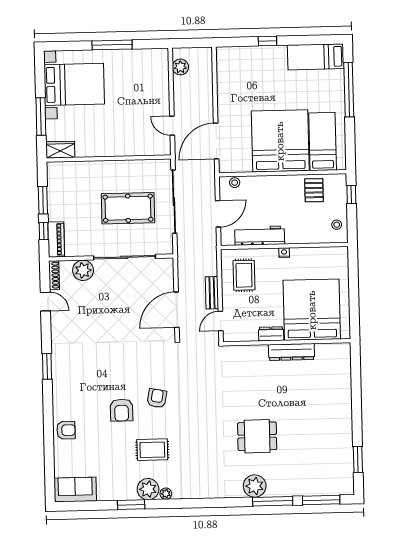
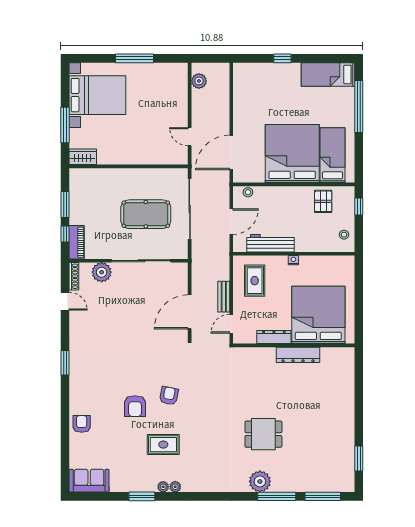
dresser: (271, 334) -> (274, 337), width x1.44
armchair: (66, 430) -> (82, 424), turned -90
plant: (148, 489) -> (163, 487), width x0.53, depth x0.53

